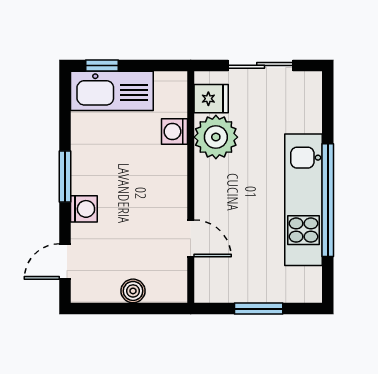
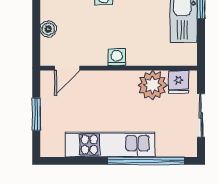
washing machine: (174, 132) -> (117, 57), moved
window: (328, 200) -> (146, 161), moved
door: (191, 238) -> (67, 68), moved

